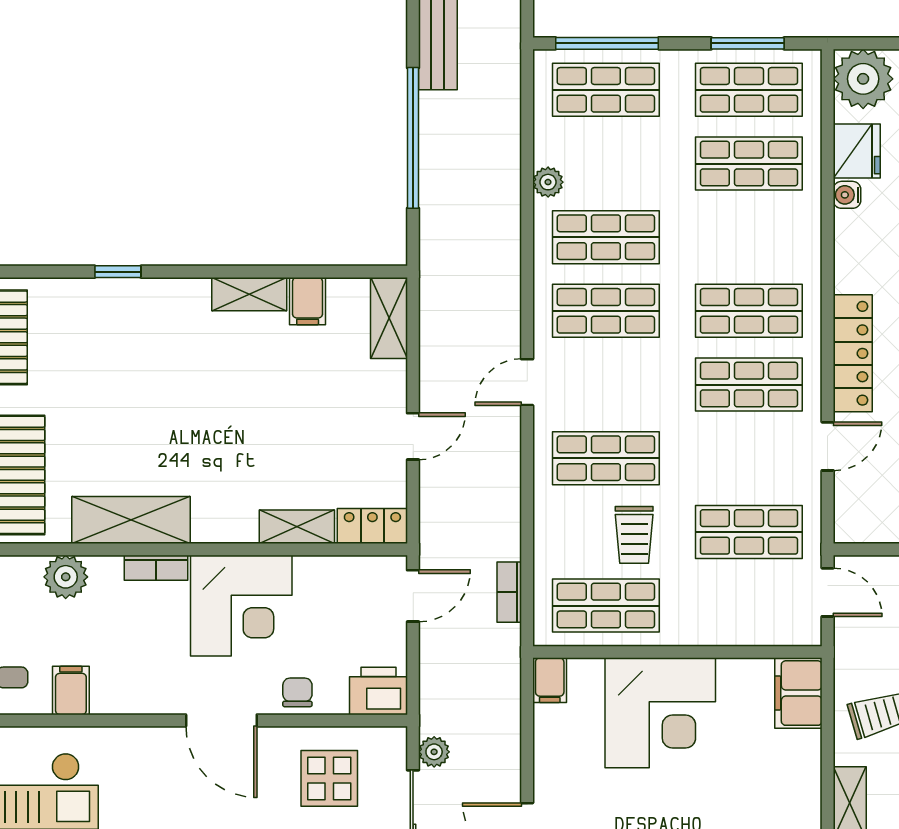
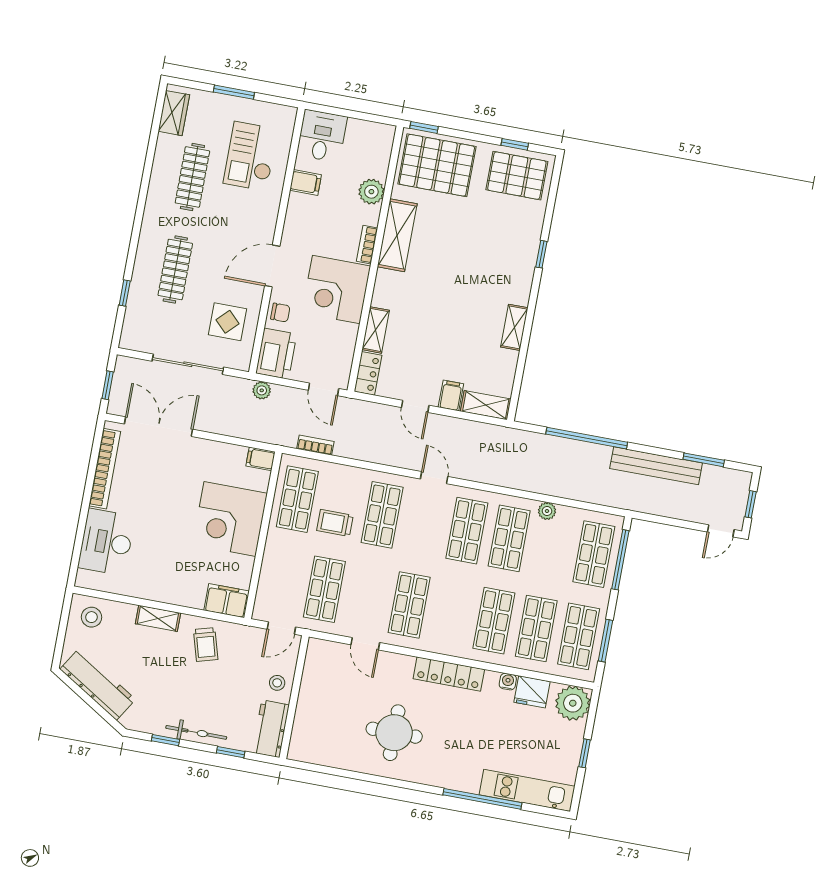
filing cabinet: (308, 301) -> (451, 395), moved, turned 90
shop shelf: (749, 311) -> (494, 621), moved
locker: (853, 353) -> (449, 674), moved
printer: (378, 691) -> (276, 354), width x1.37, depth x1.19
plant: (434, 752) -> (262, 390), moved

